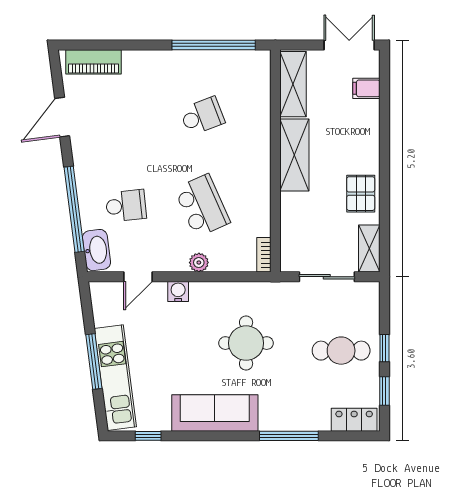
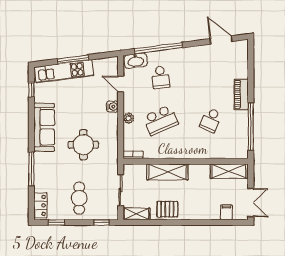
piano: (94, 62) -> (241, 94), moved
school desk: (202, 116) -> (211, 120), turned 45
door: (62, 117) -> (221, 40), moved
shelving: (294, 155) -> (168, 172), moved
window: (384, 348) -> (102, 222), moved

